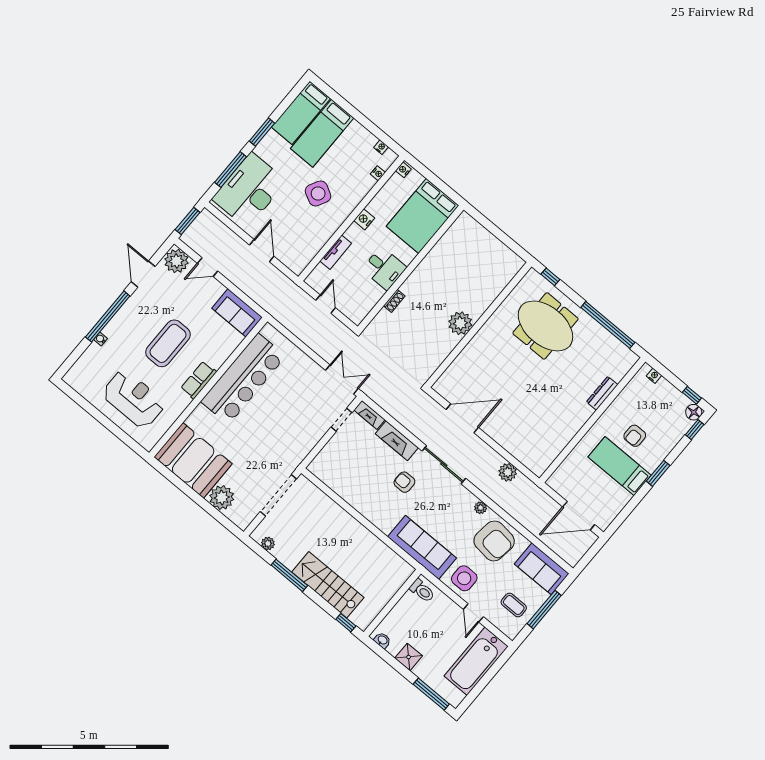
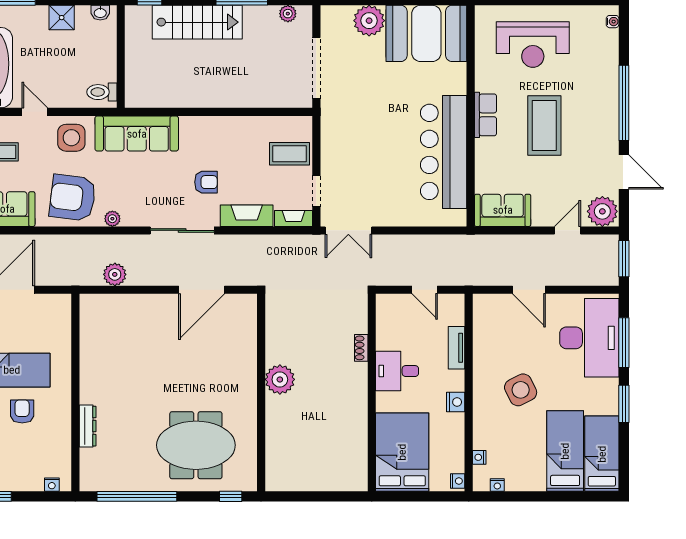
side table: (318, 193) -> (521, 390), turned 35
water cooler: (101, 339) -> (613, 22), moved
coffee table: (339, 457) -> (289, 154), added

